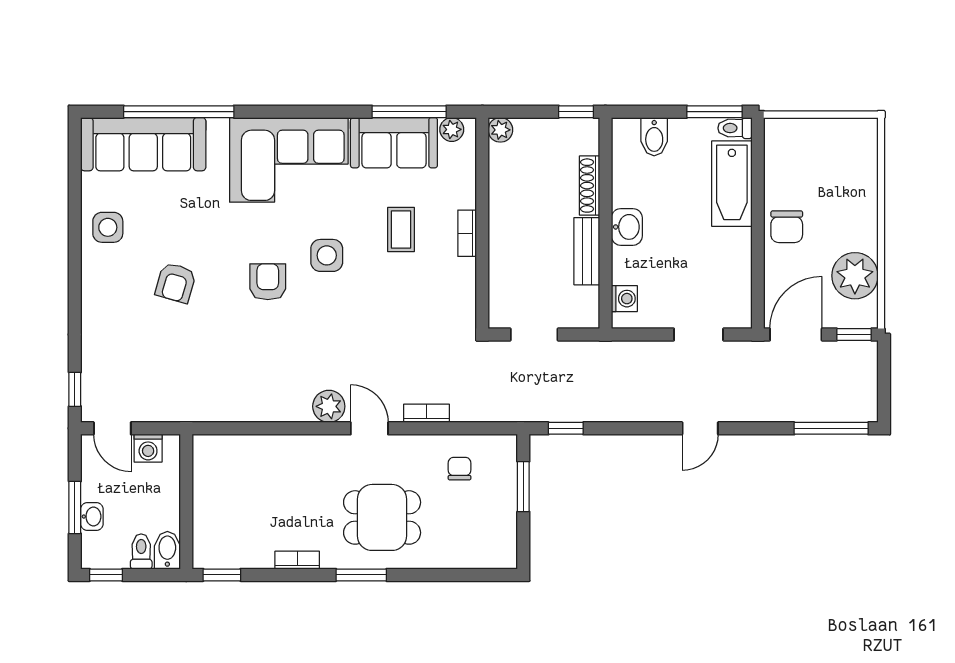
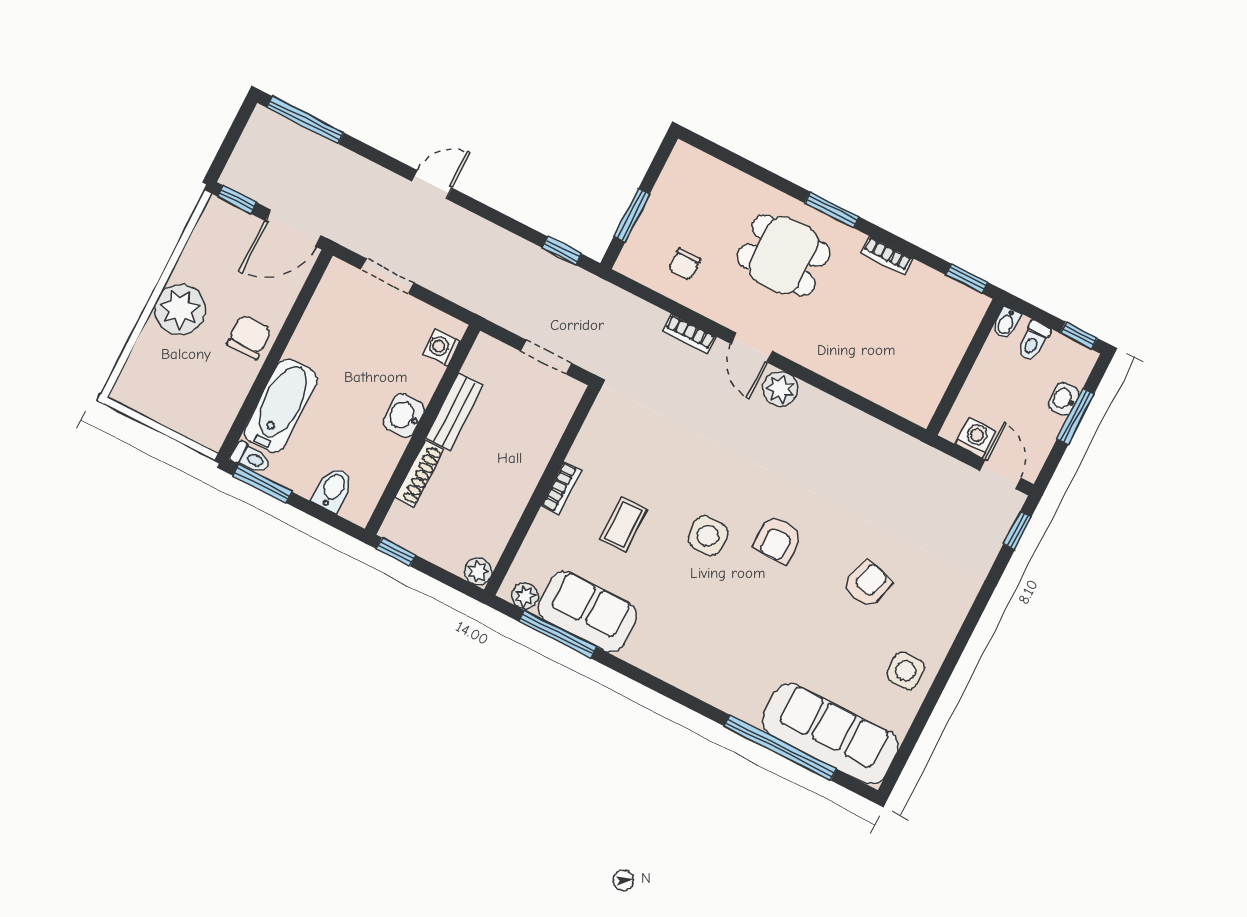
corner sofa: (289, 160) -> (697, 647), removed
plant: (855, 276) -> (180, 309), moved
bidet: (167, 550) -> (1006, 323), width x0.72, depth x0.74

